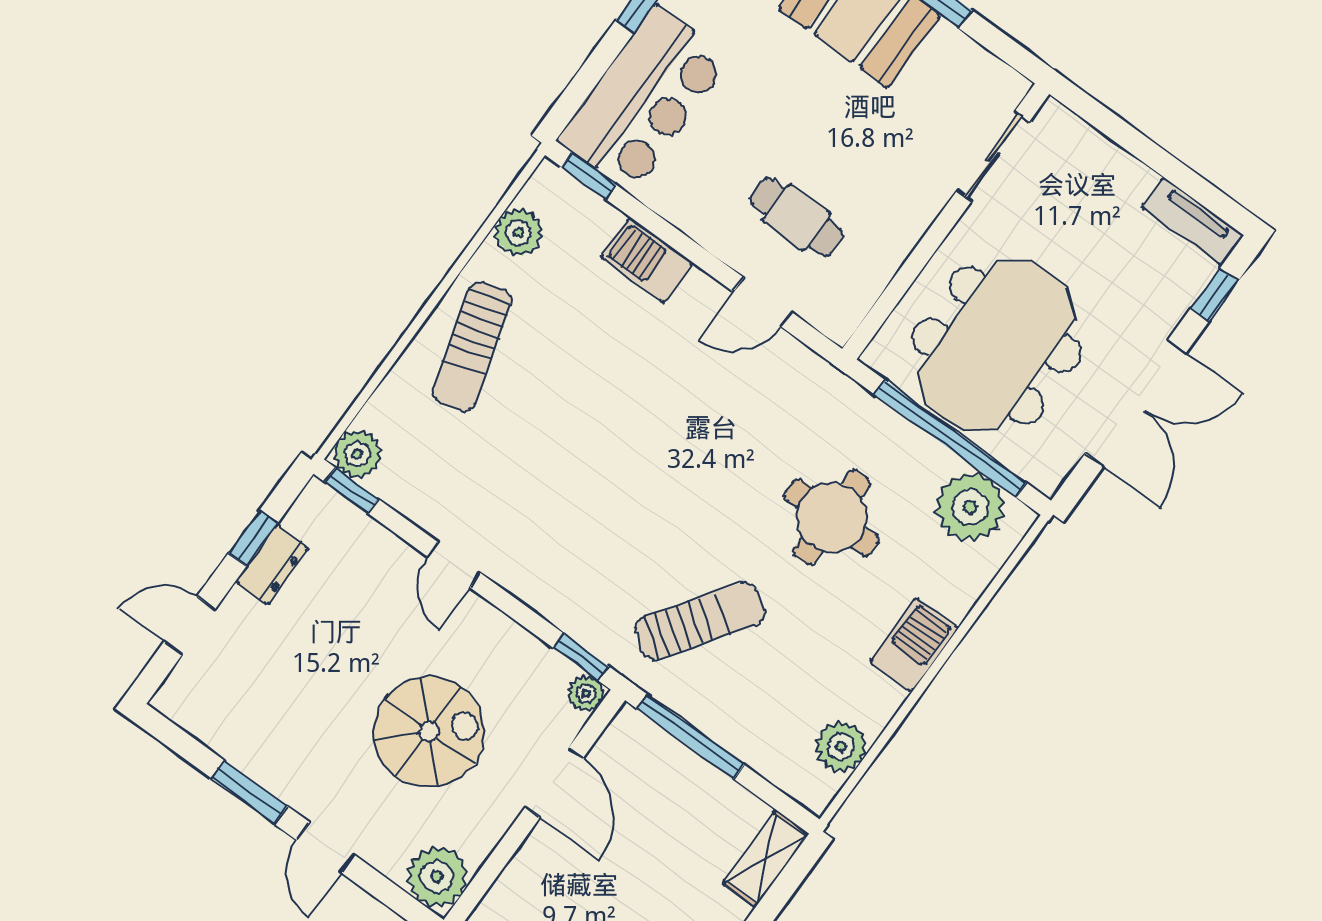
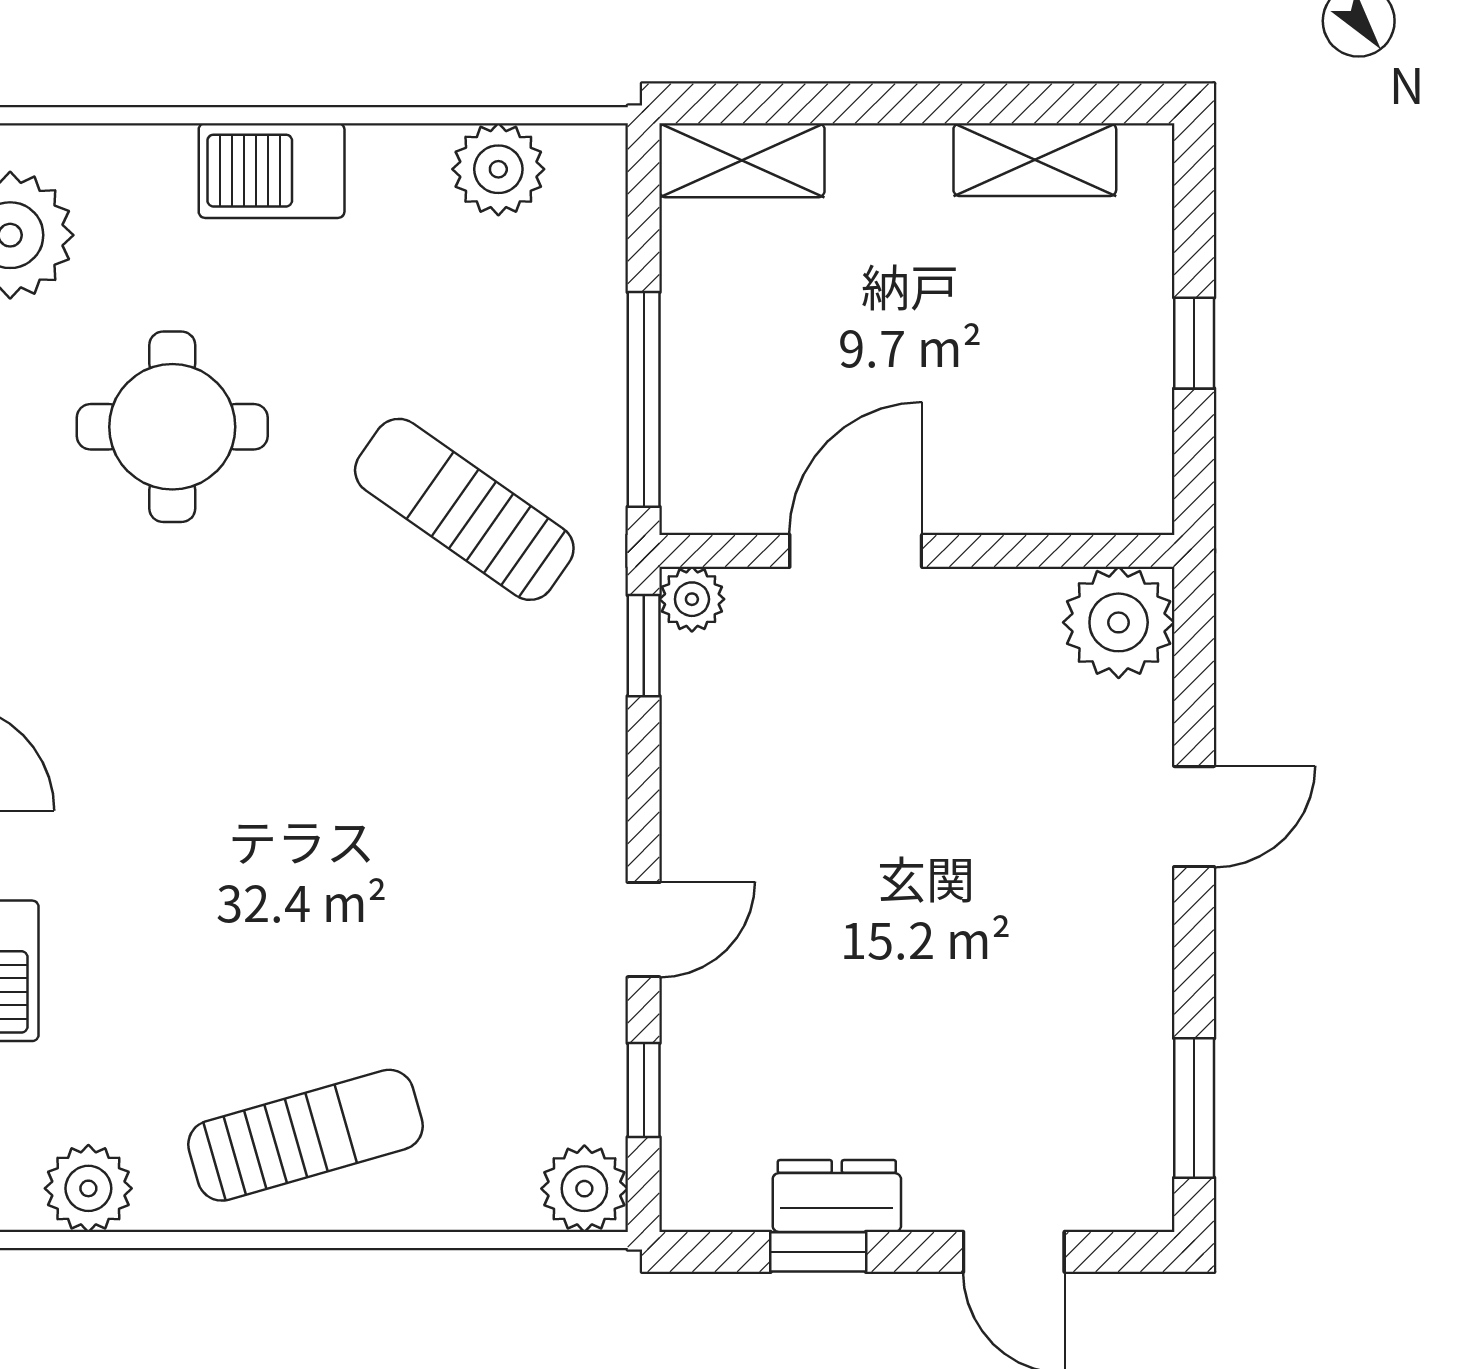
window: (351, 490) -> (644, 1090), moved
spiral stairs: (429, 732) -> (915, 789), removed
window: (249, 792) -> (1194, 1108), moved

